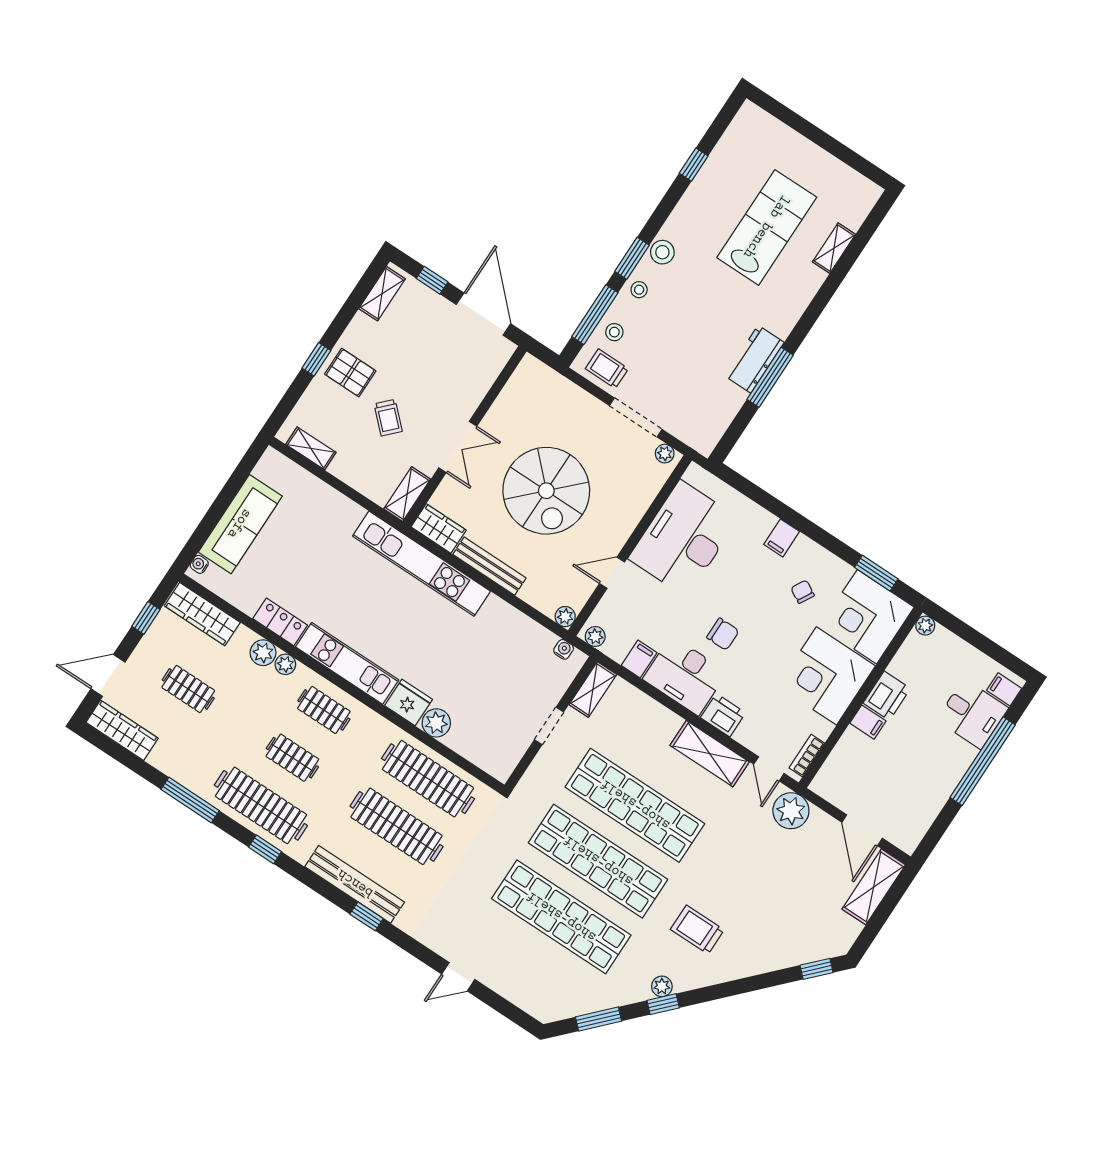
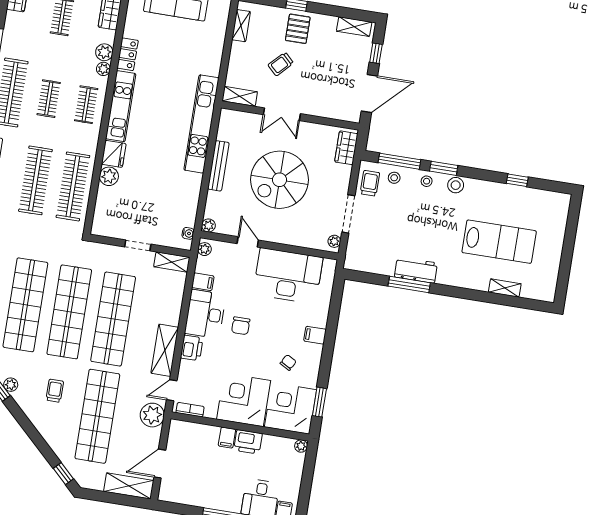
wardrobe: (439, 528) -> (346, 148), moved, turned 180
shop shelf: (759, 887) -> (97, 416), added
trolley: (697, 930) -> (55, 391), width x0.73, depth x0.72

